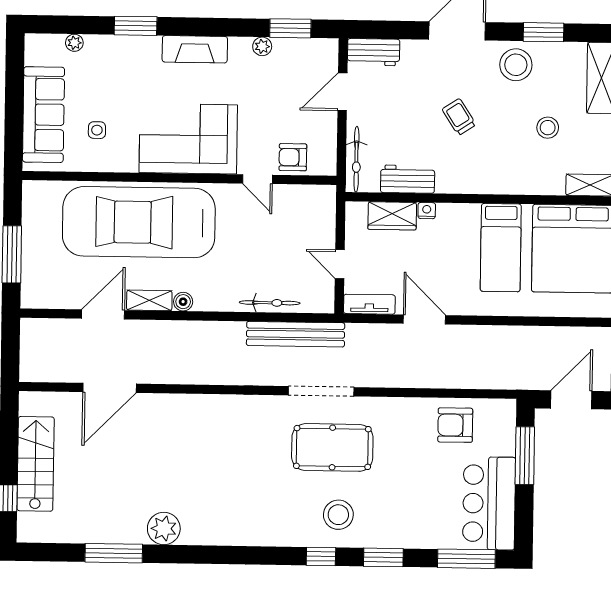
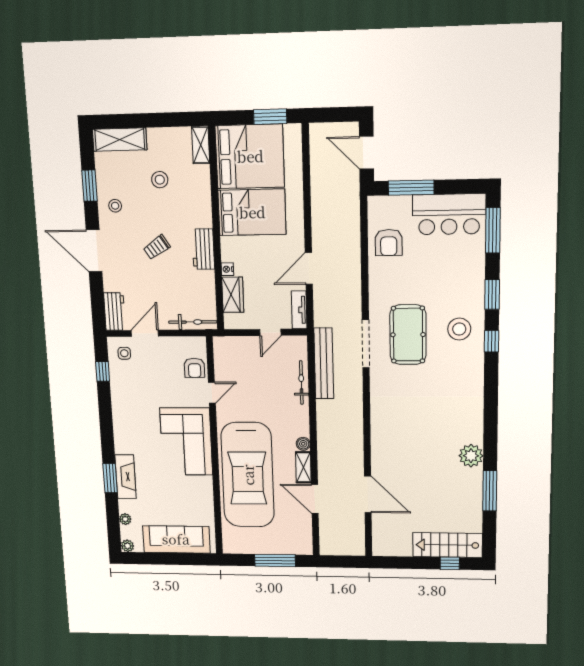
window: (290, 28) -> (103, 371), width x0.67
plant: (262, 46) -> (128, 546), moved
fireplace: (195, 49) -> (126, 477), moved
stool: (516, 65) -> (115, 206), width x0.53, depth x0.53
door: (342, 92) -> (145, 333), swing flipped
side table: (97, 130) -> (124, 353), moved
workbench: (408, 179) -> (203, 249), moved
bed: (501, 248) -> (252, 212), width x1.50
stairs: (36, 464) -> (448, 545), moved

